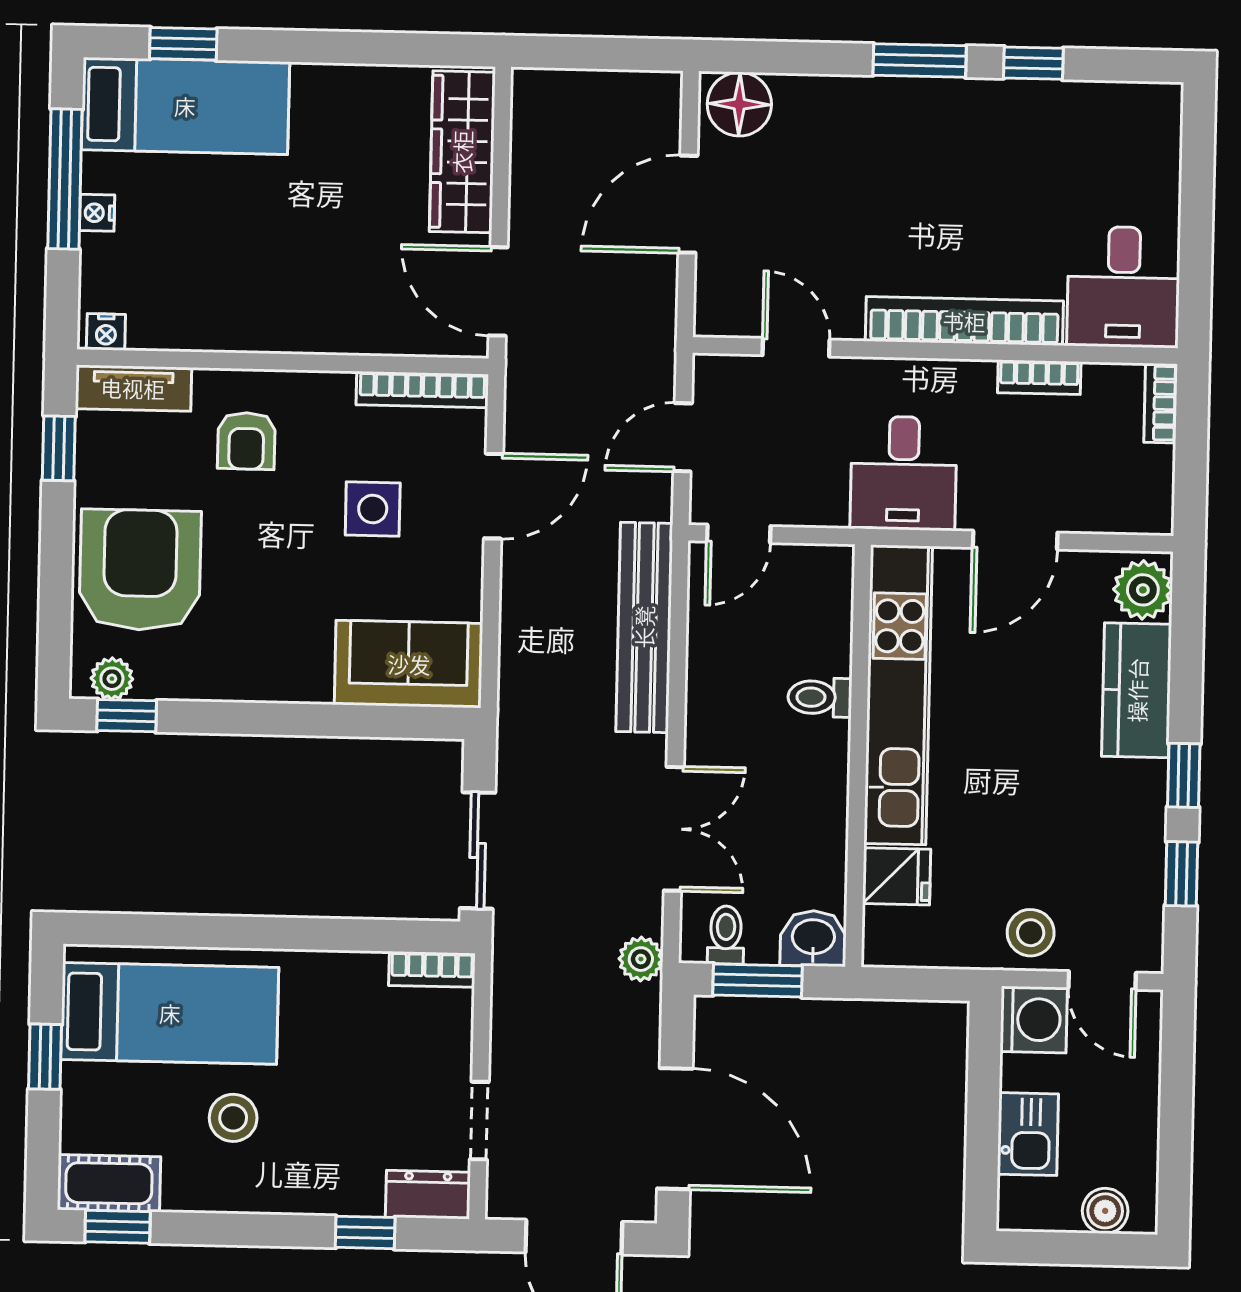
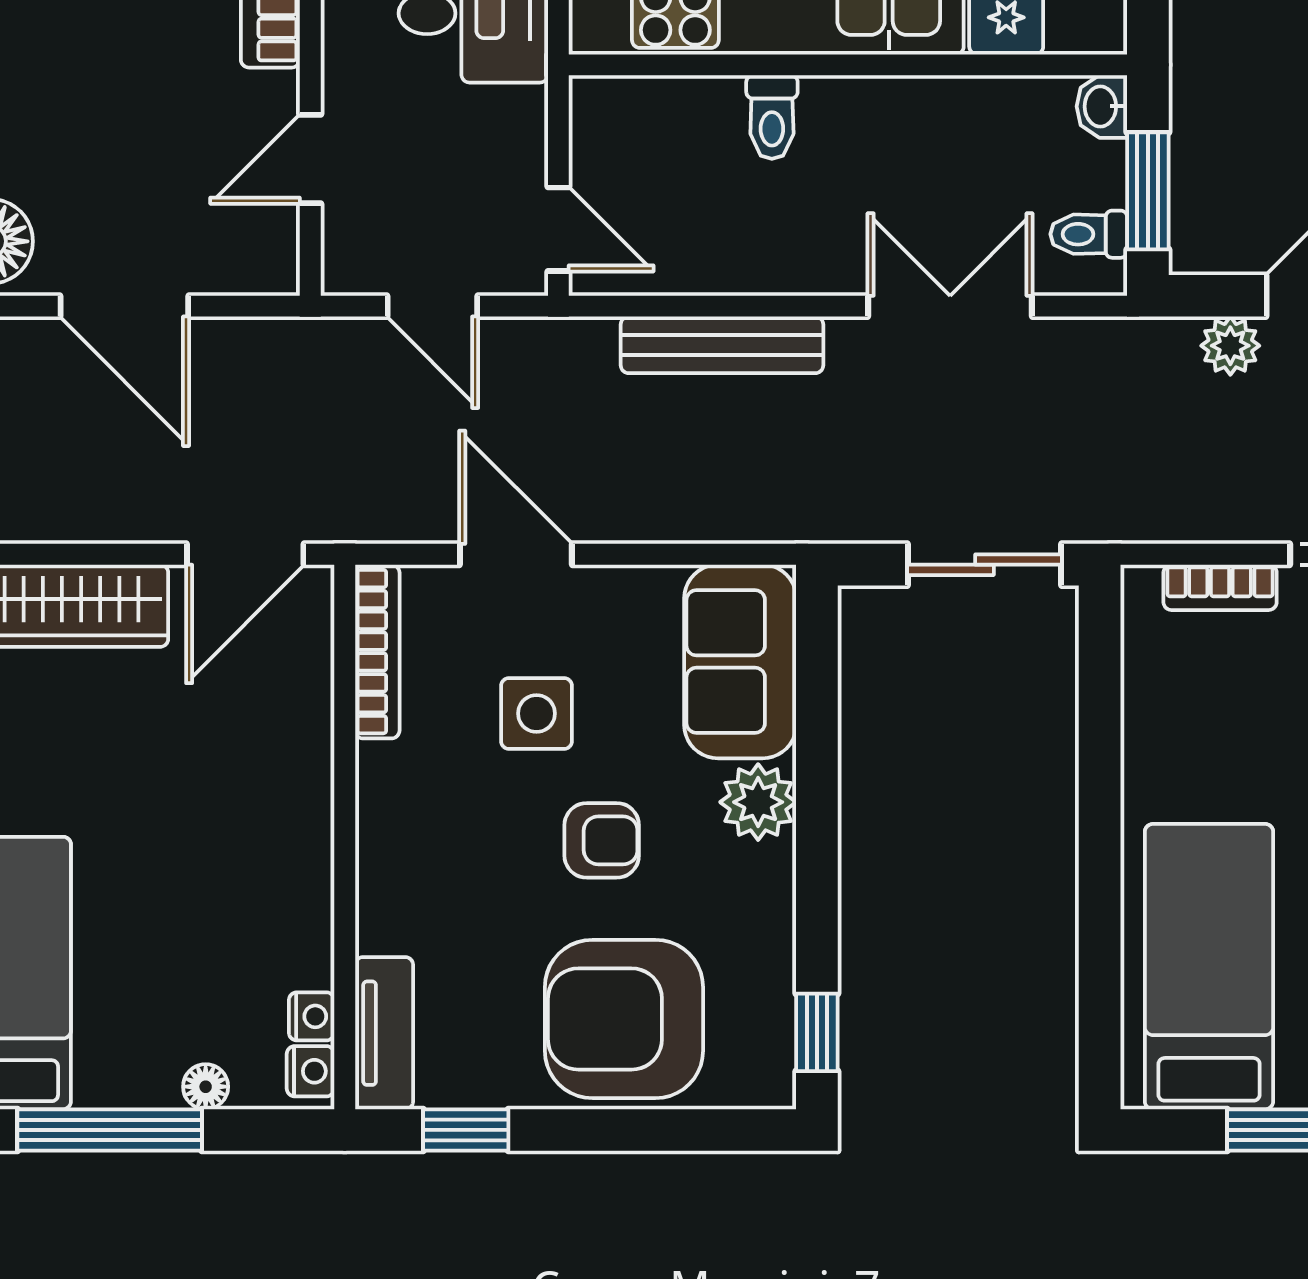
nightstand: (97, 213) -> (312, 1016), moved, turned -90
floor lamp: (96, 252) -> (206, 1087), added
armchair: (246, 441) -> (602, 840), moved
bench: (644, 627) -> (722, 345), width x0.73, depth x0.82
plant: (112, 679) -> (758, 802), moved, width x1.38, depth x1.38
washbasin: (813, 938) -> (1102, 106), width x0.72, depth x0.69
plant: (641, 959) -> (1230, 346), moved
bookcase: (432, 969) -> (1220, 587), moved, turned 90

